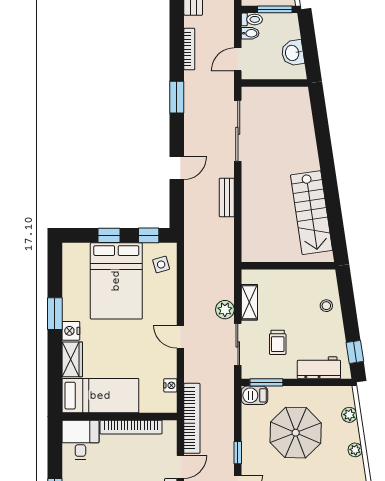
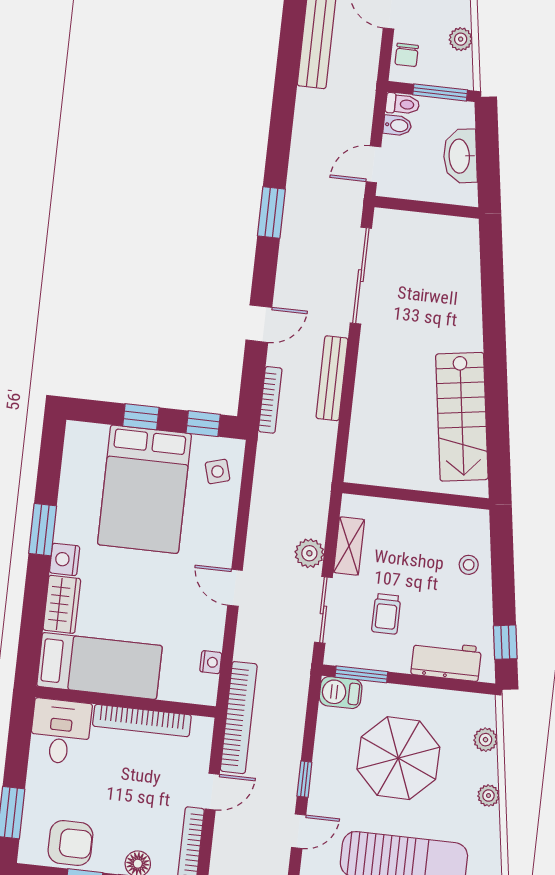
bookcase: (189, 49) -> (270, 400), moved
washbasin: (293, 53) -> (460, 156), width x1.38
bench: (227, 197) -> (332, 378), width x1.36

